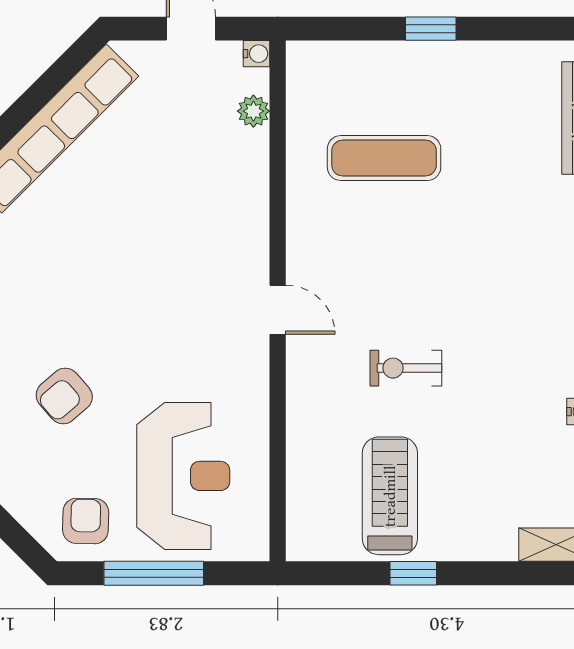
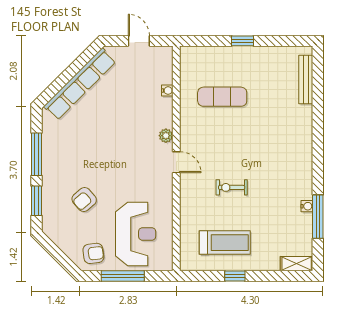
water cooler: (257, 54) -> (167, 91), moved
plant: (253, 111) -> (166, 136), moved
treadmill: (390, 496) -> (225, 243), turned 90
armchair: (86, 521) -> (93, 253), turned 82

